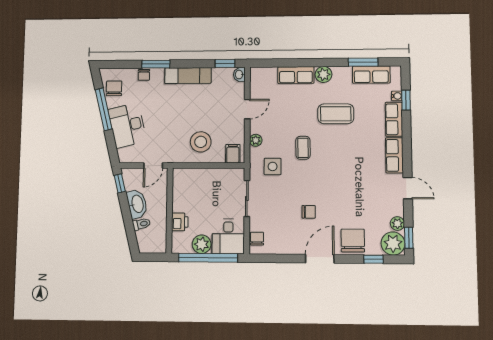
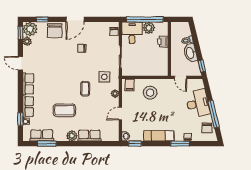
door: (153, 166) -> (180, 77), swing flipped

